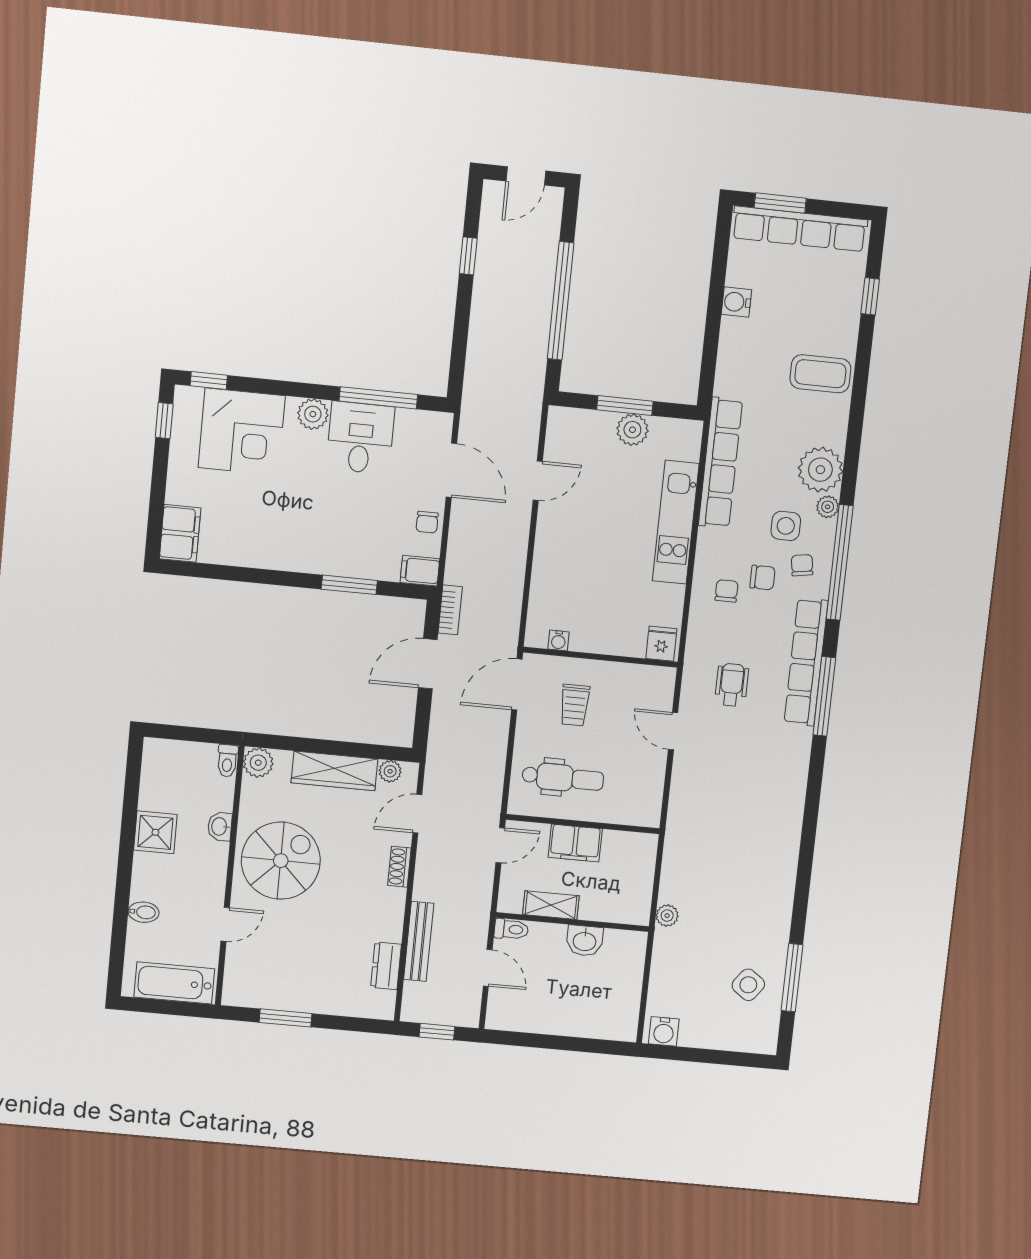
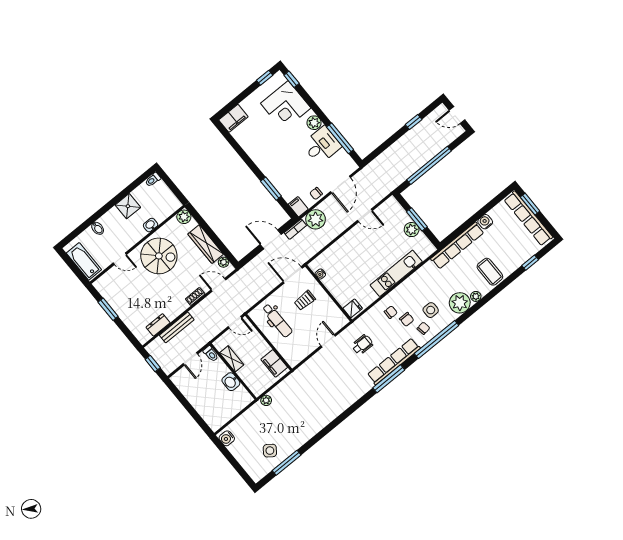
row of seats: (720, 463) -> (457, 246), moved
plant: (828, 507) -> (476, 296), moved
plant: (467, 563) -> (316, 219), added
toilet: (227, 761) -> (153, 180), moved
filing cabinet: (575, 843) -> (274, 363), moved

